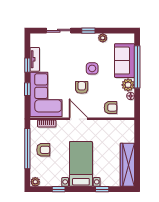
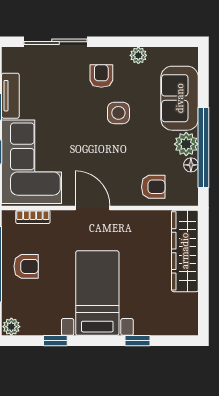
sliding door: (59, 31) -> (55, 42), width x1.37
window: (88, 31) -> (111, 42), removed
window: (137, 67) -> (203, 148), moved
armchair: (82, 87) -> (101, 76), moved
wardrobe: (127, 165) -> (185, 251), moved

